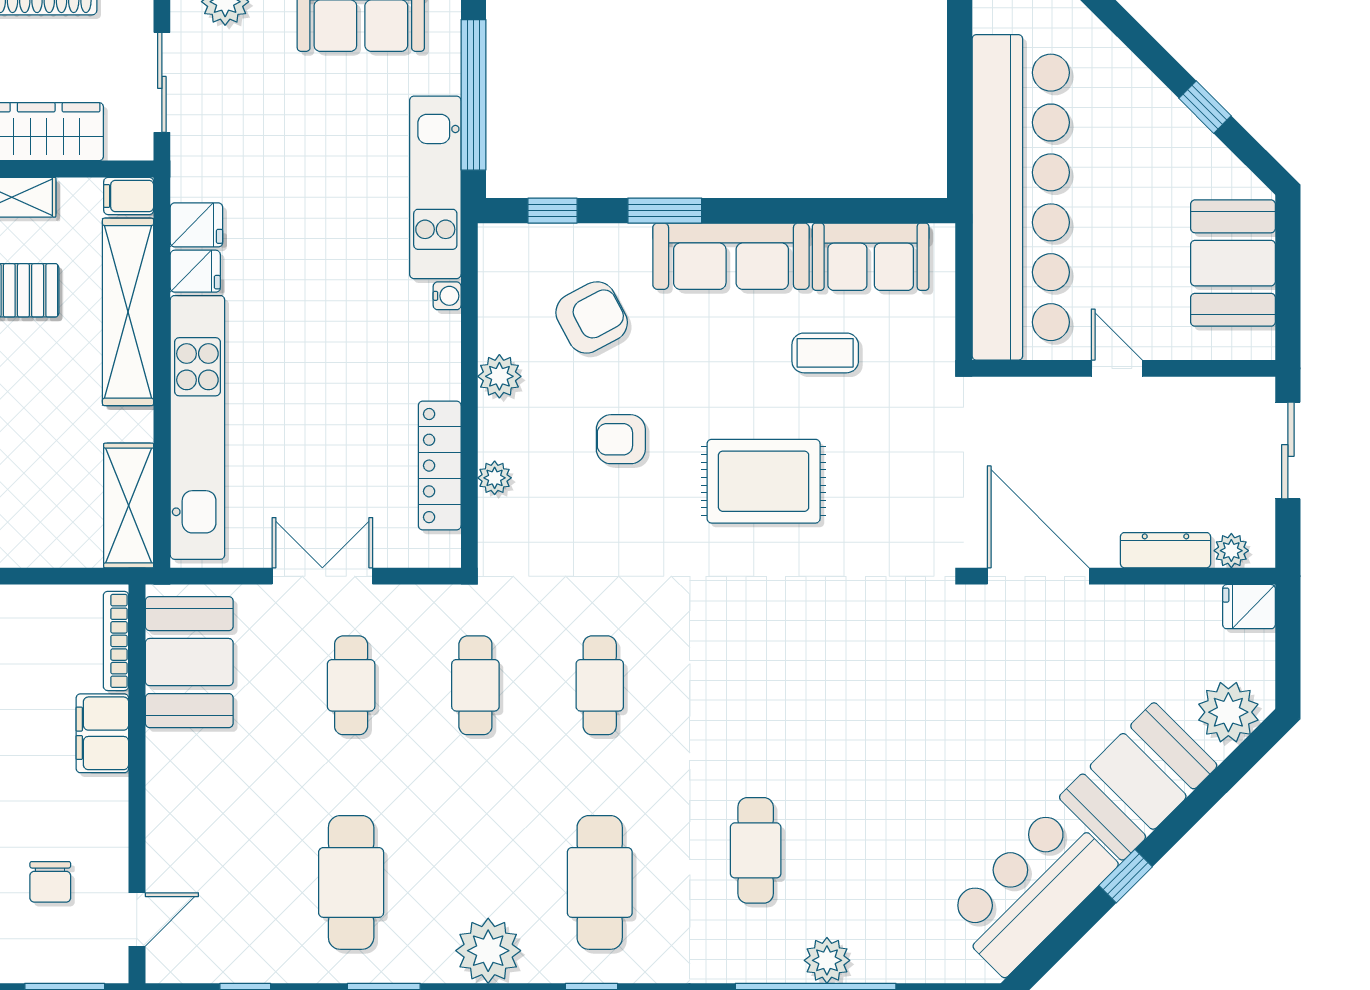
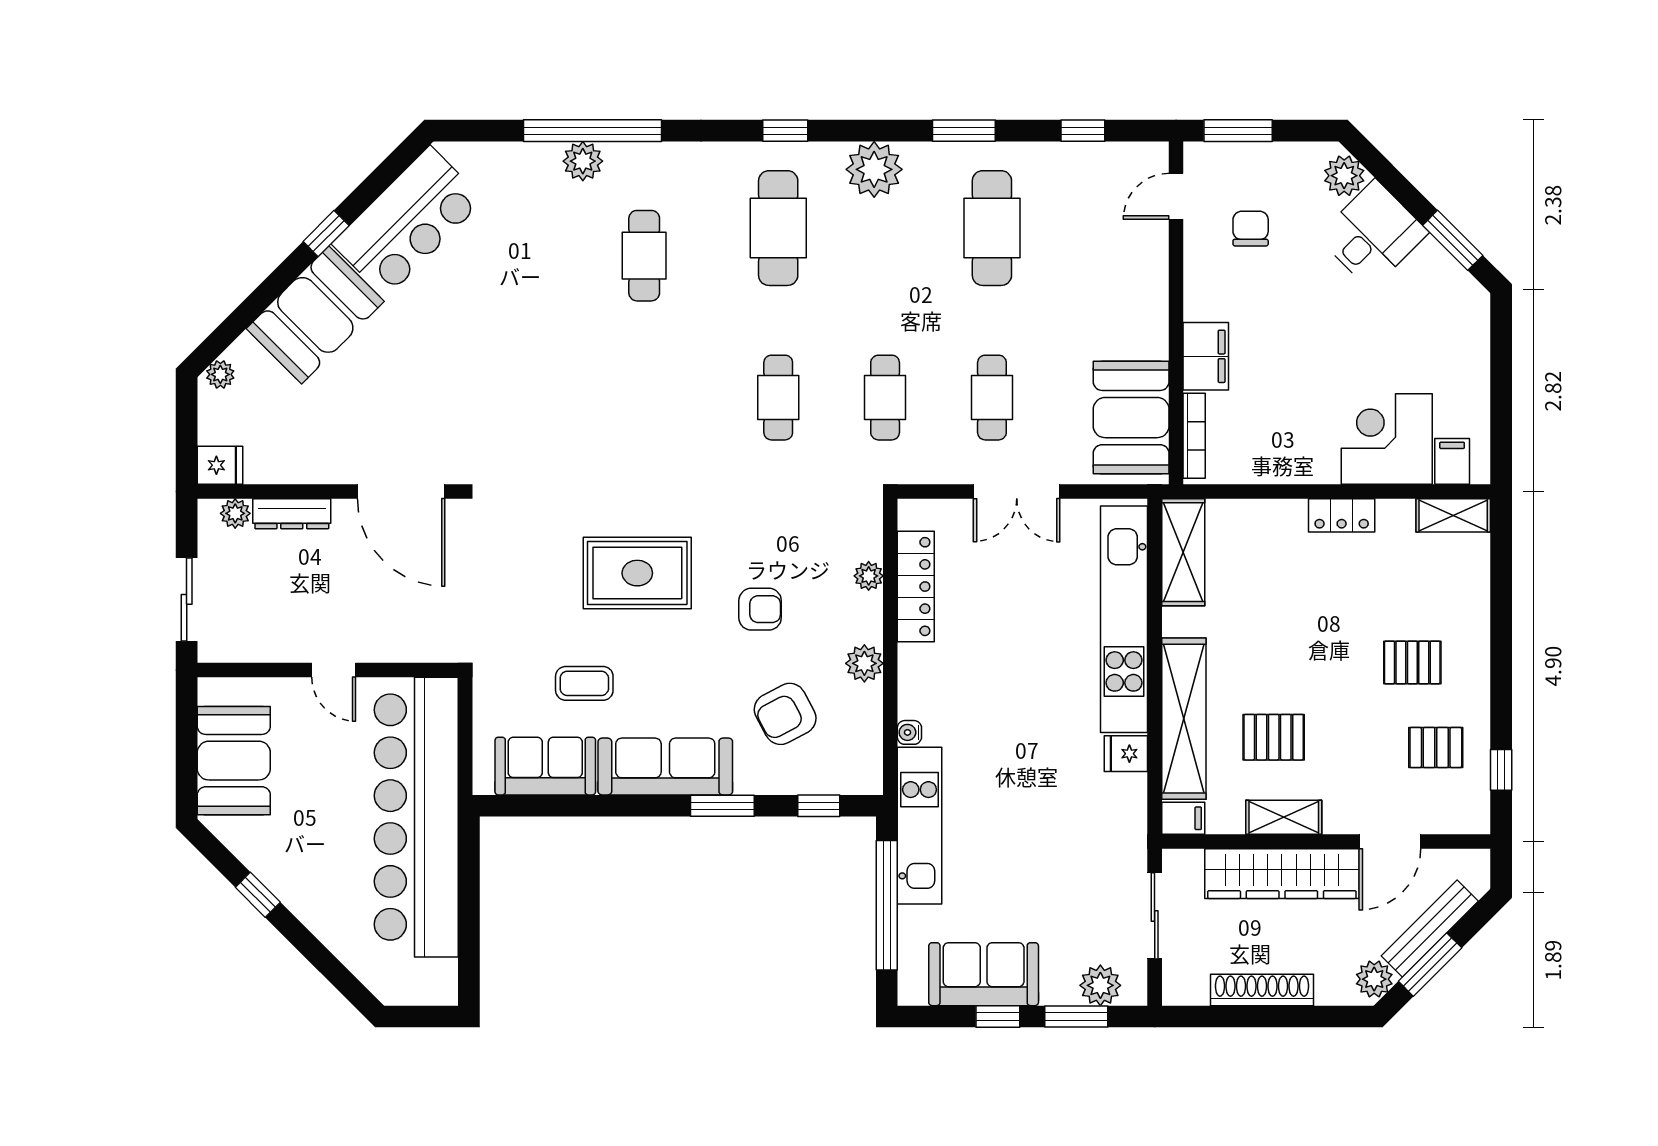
fridge: (196, 225) -> (1125, 793), removed
plant: (1228, 712) -> (220, 374), width x0.53, depth x0.53

